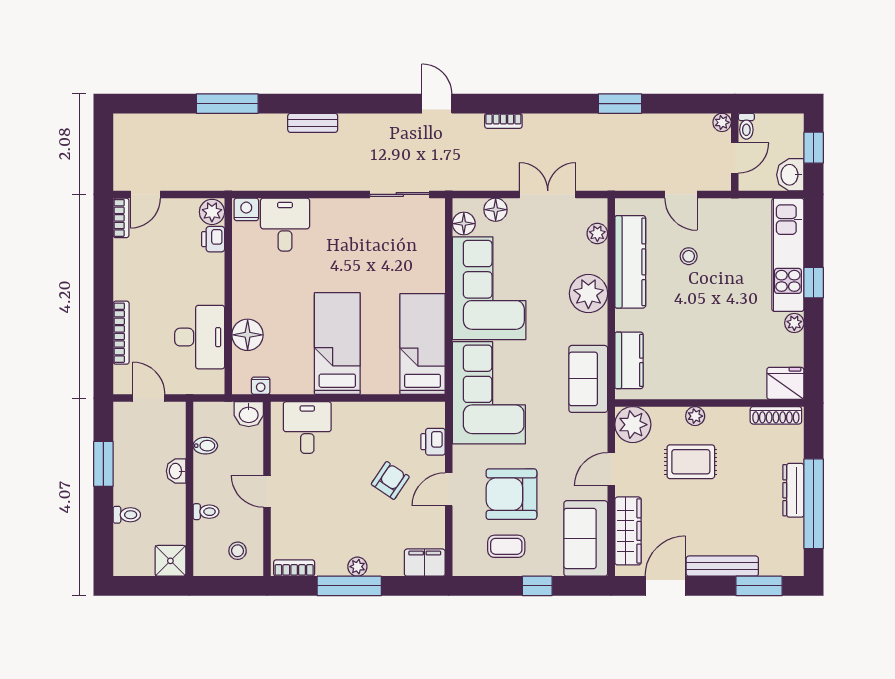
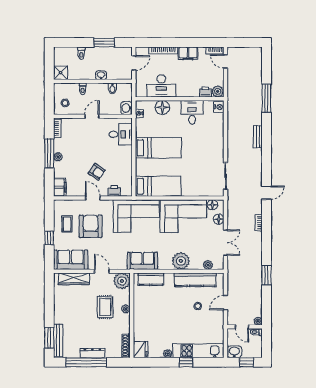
desk: (285, 225) -> (192, 112), moved, turned -90
filing cabinet: (127, 278) -> (188, 53), added
bench: (722, 566) -> (58, 340), moved
door: (665, 586) -> (49, 296), removed

